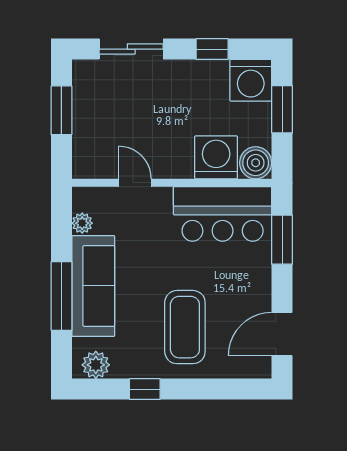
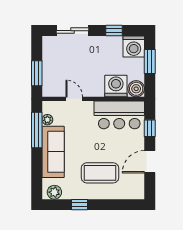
window: (61, 110) -> (37, 73), moved
window: (282, 240) -> (150, 128), width x0.67
window: (61, 296) -> (37, 130), moved
coffee table: (185, 327) -> (100, 173), turned 90
door: (282, 334) -> (150, 162), moved

